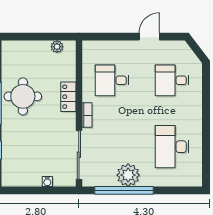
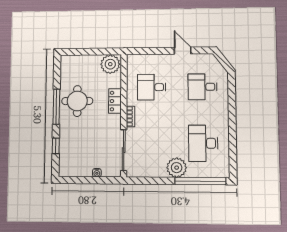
door: (149, 37) -> (183, 51), hinge flipped
plant: (57, 47) -> (110, 64), width x1.87, depth x1.87
plant: (128, 175) -> (177, 168), moved
window: (124, 190) -> (200, 181), moved

